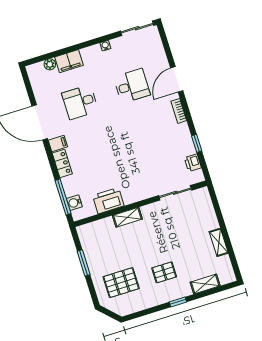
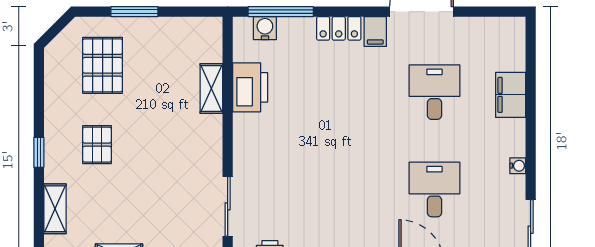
plant: (50, 64) -> (516, 60), removed
desk: (132, 86) -> (434, 189), turned 180
shelving: (127, 217) -> (211, 88), moved
window: (84, 263) -> (134, 12), moved

